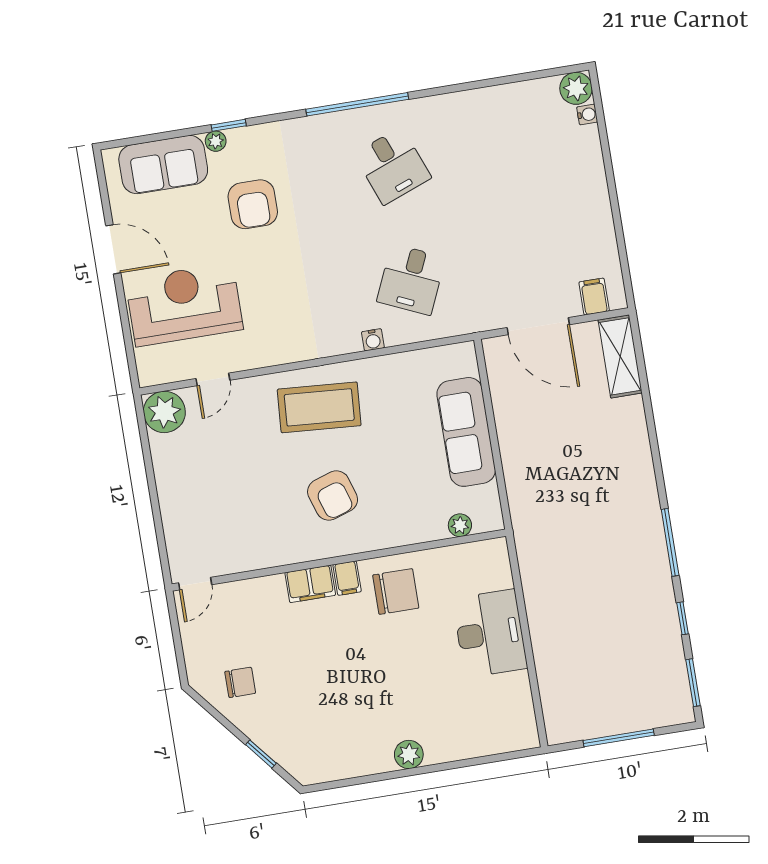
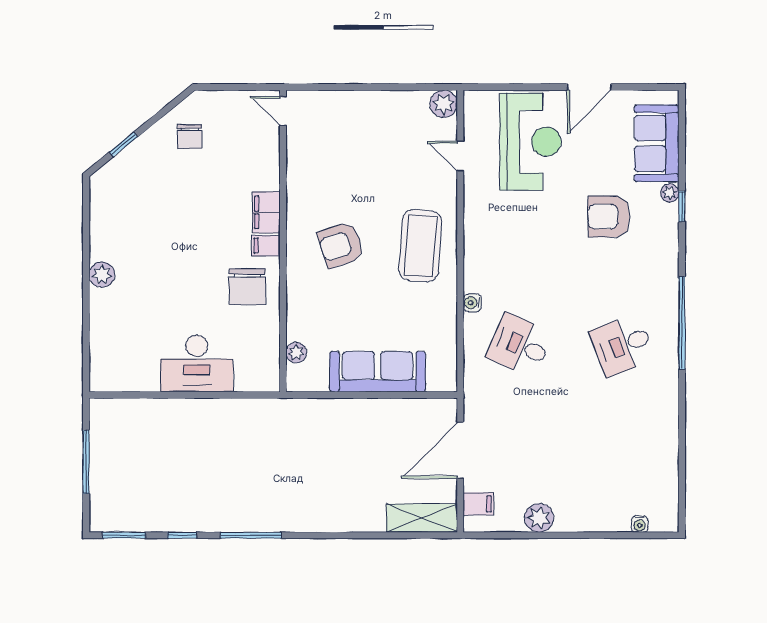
plant: (576, 88) -> (539, 518), moved
plant: (164, 412) -> (444, 104), width x0.73, depth x0.73

